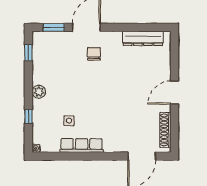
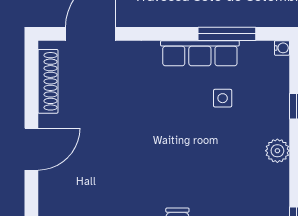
window: (67, 156) -> (227, 34), added

